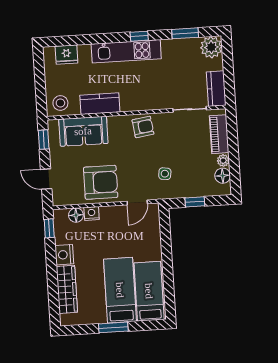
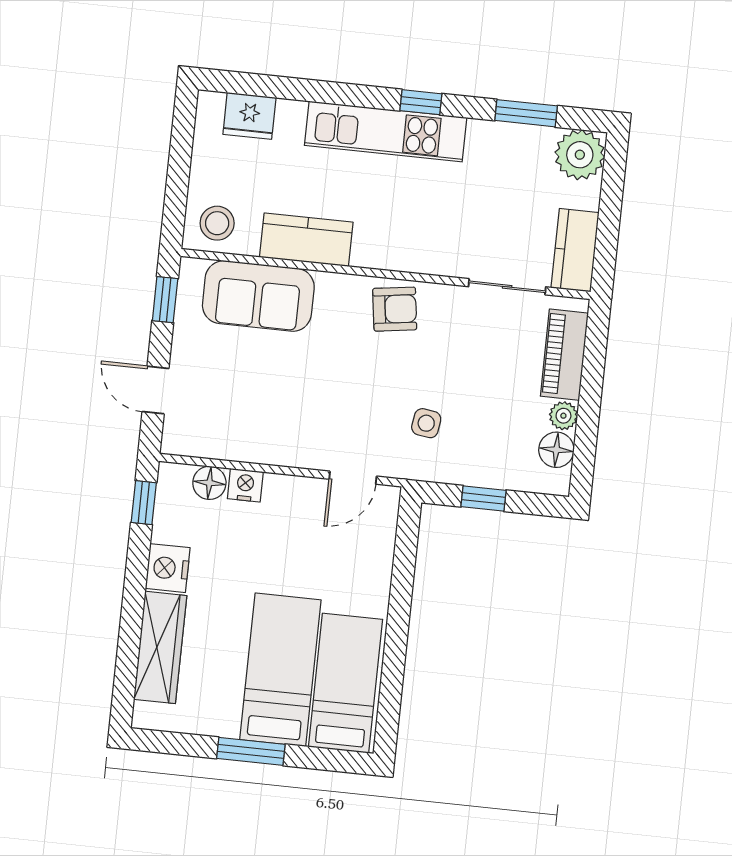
armchair: (101, 182) -> (278, 418), removed

